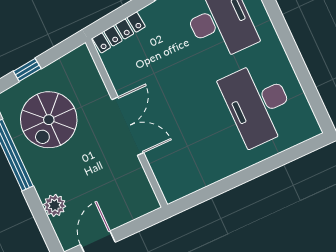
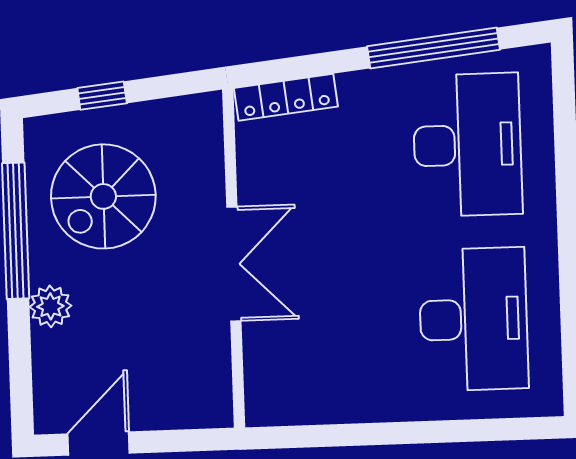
desk: (258, 104) -> (474, 319), turned 180
plant: (55, 205) -> (50, 306), moved

